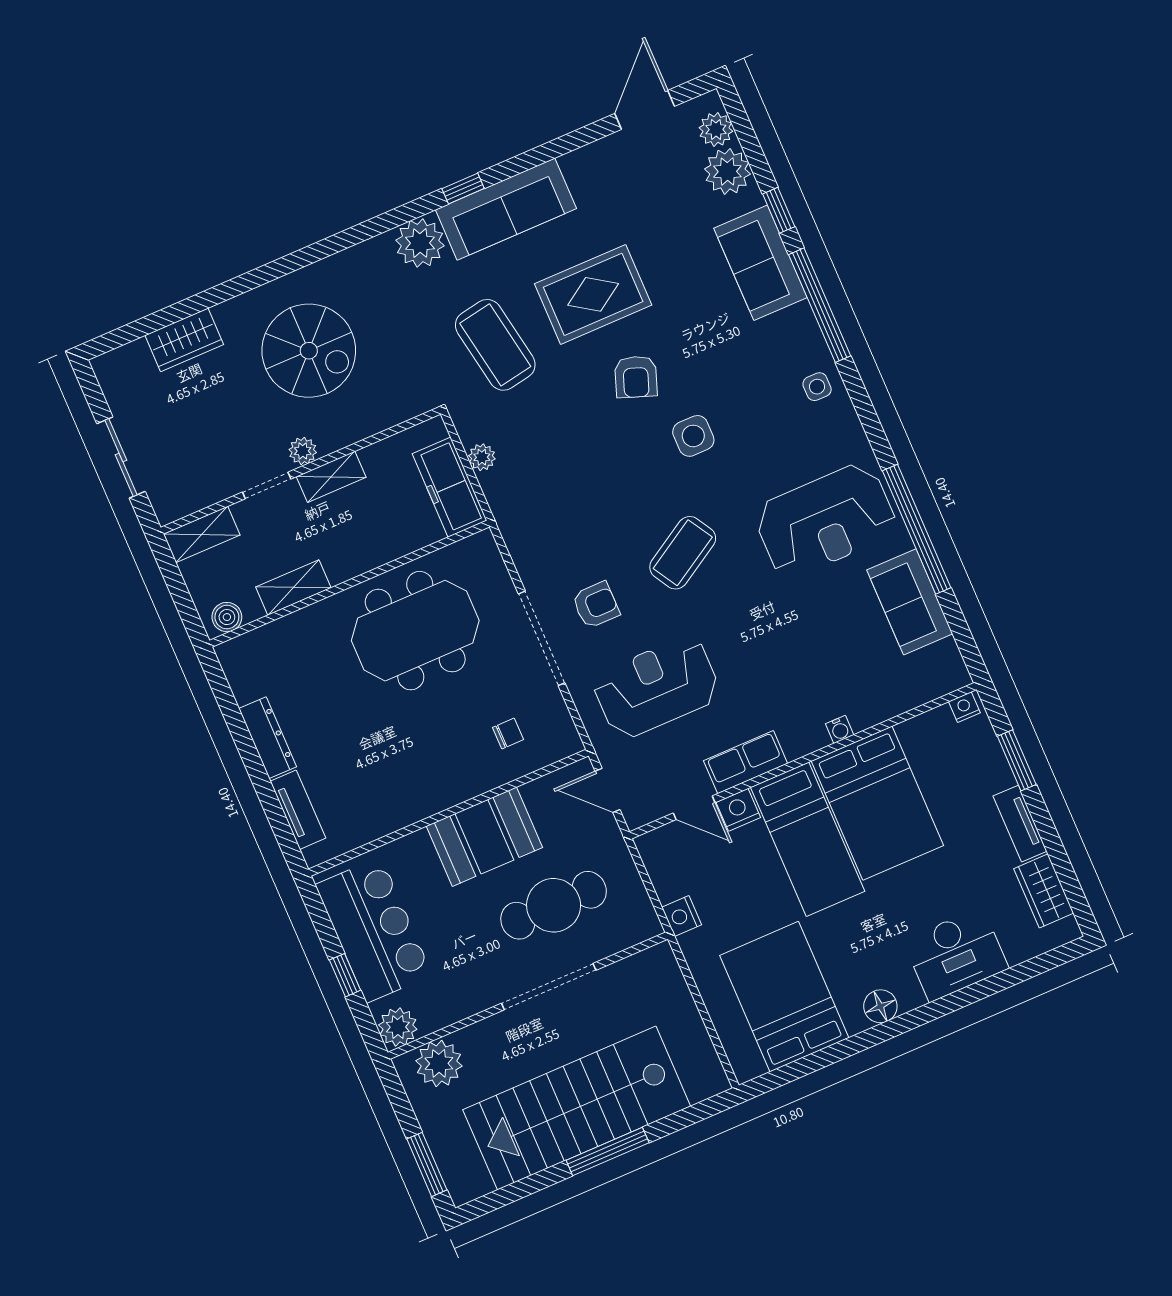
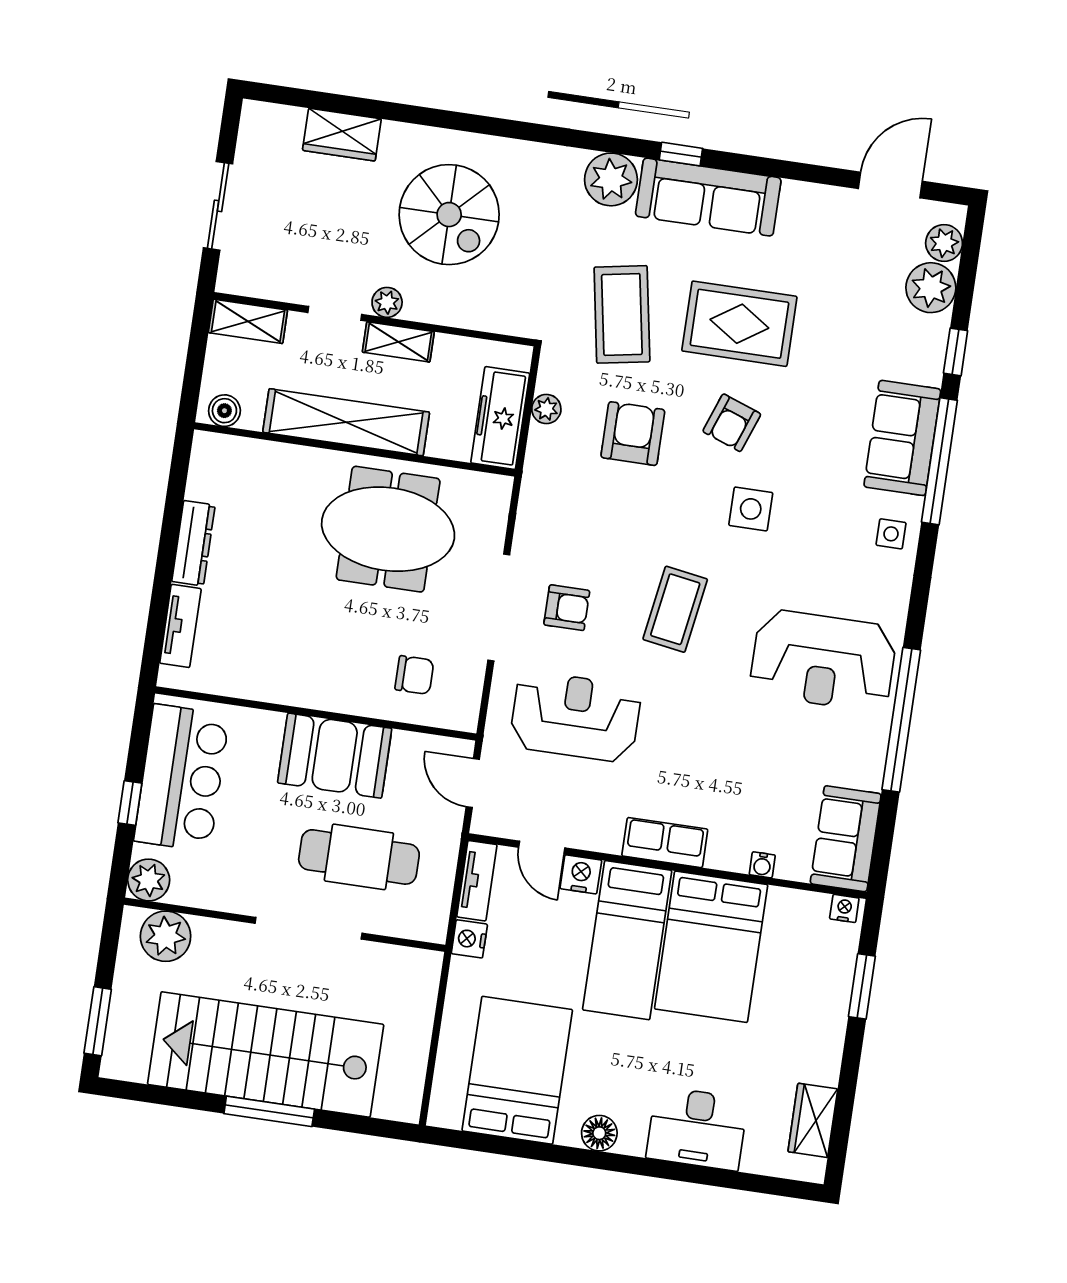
sofa: (761, 263) -> (902, 438), moved
armchair: (563, 434) -> (633, 434), added
coffee table: (683, 553) -> (675, 609), turned -50
shelving: (293, 587) -> (346, 422), width x2.20, depth x1.33
sofa: (910, 602) -> (846, 839), moved
water cooler: (840, 729) -> (762, 865), moved
chair: (508, 733) -> (414, 675), width x1.37, depth x1.37
row of seats: (746, 762) -> (665, 843), moved
tv unit: (1020, 824) -> (477, 881), moved, turned 180

